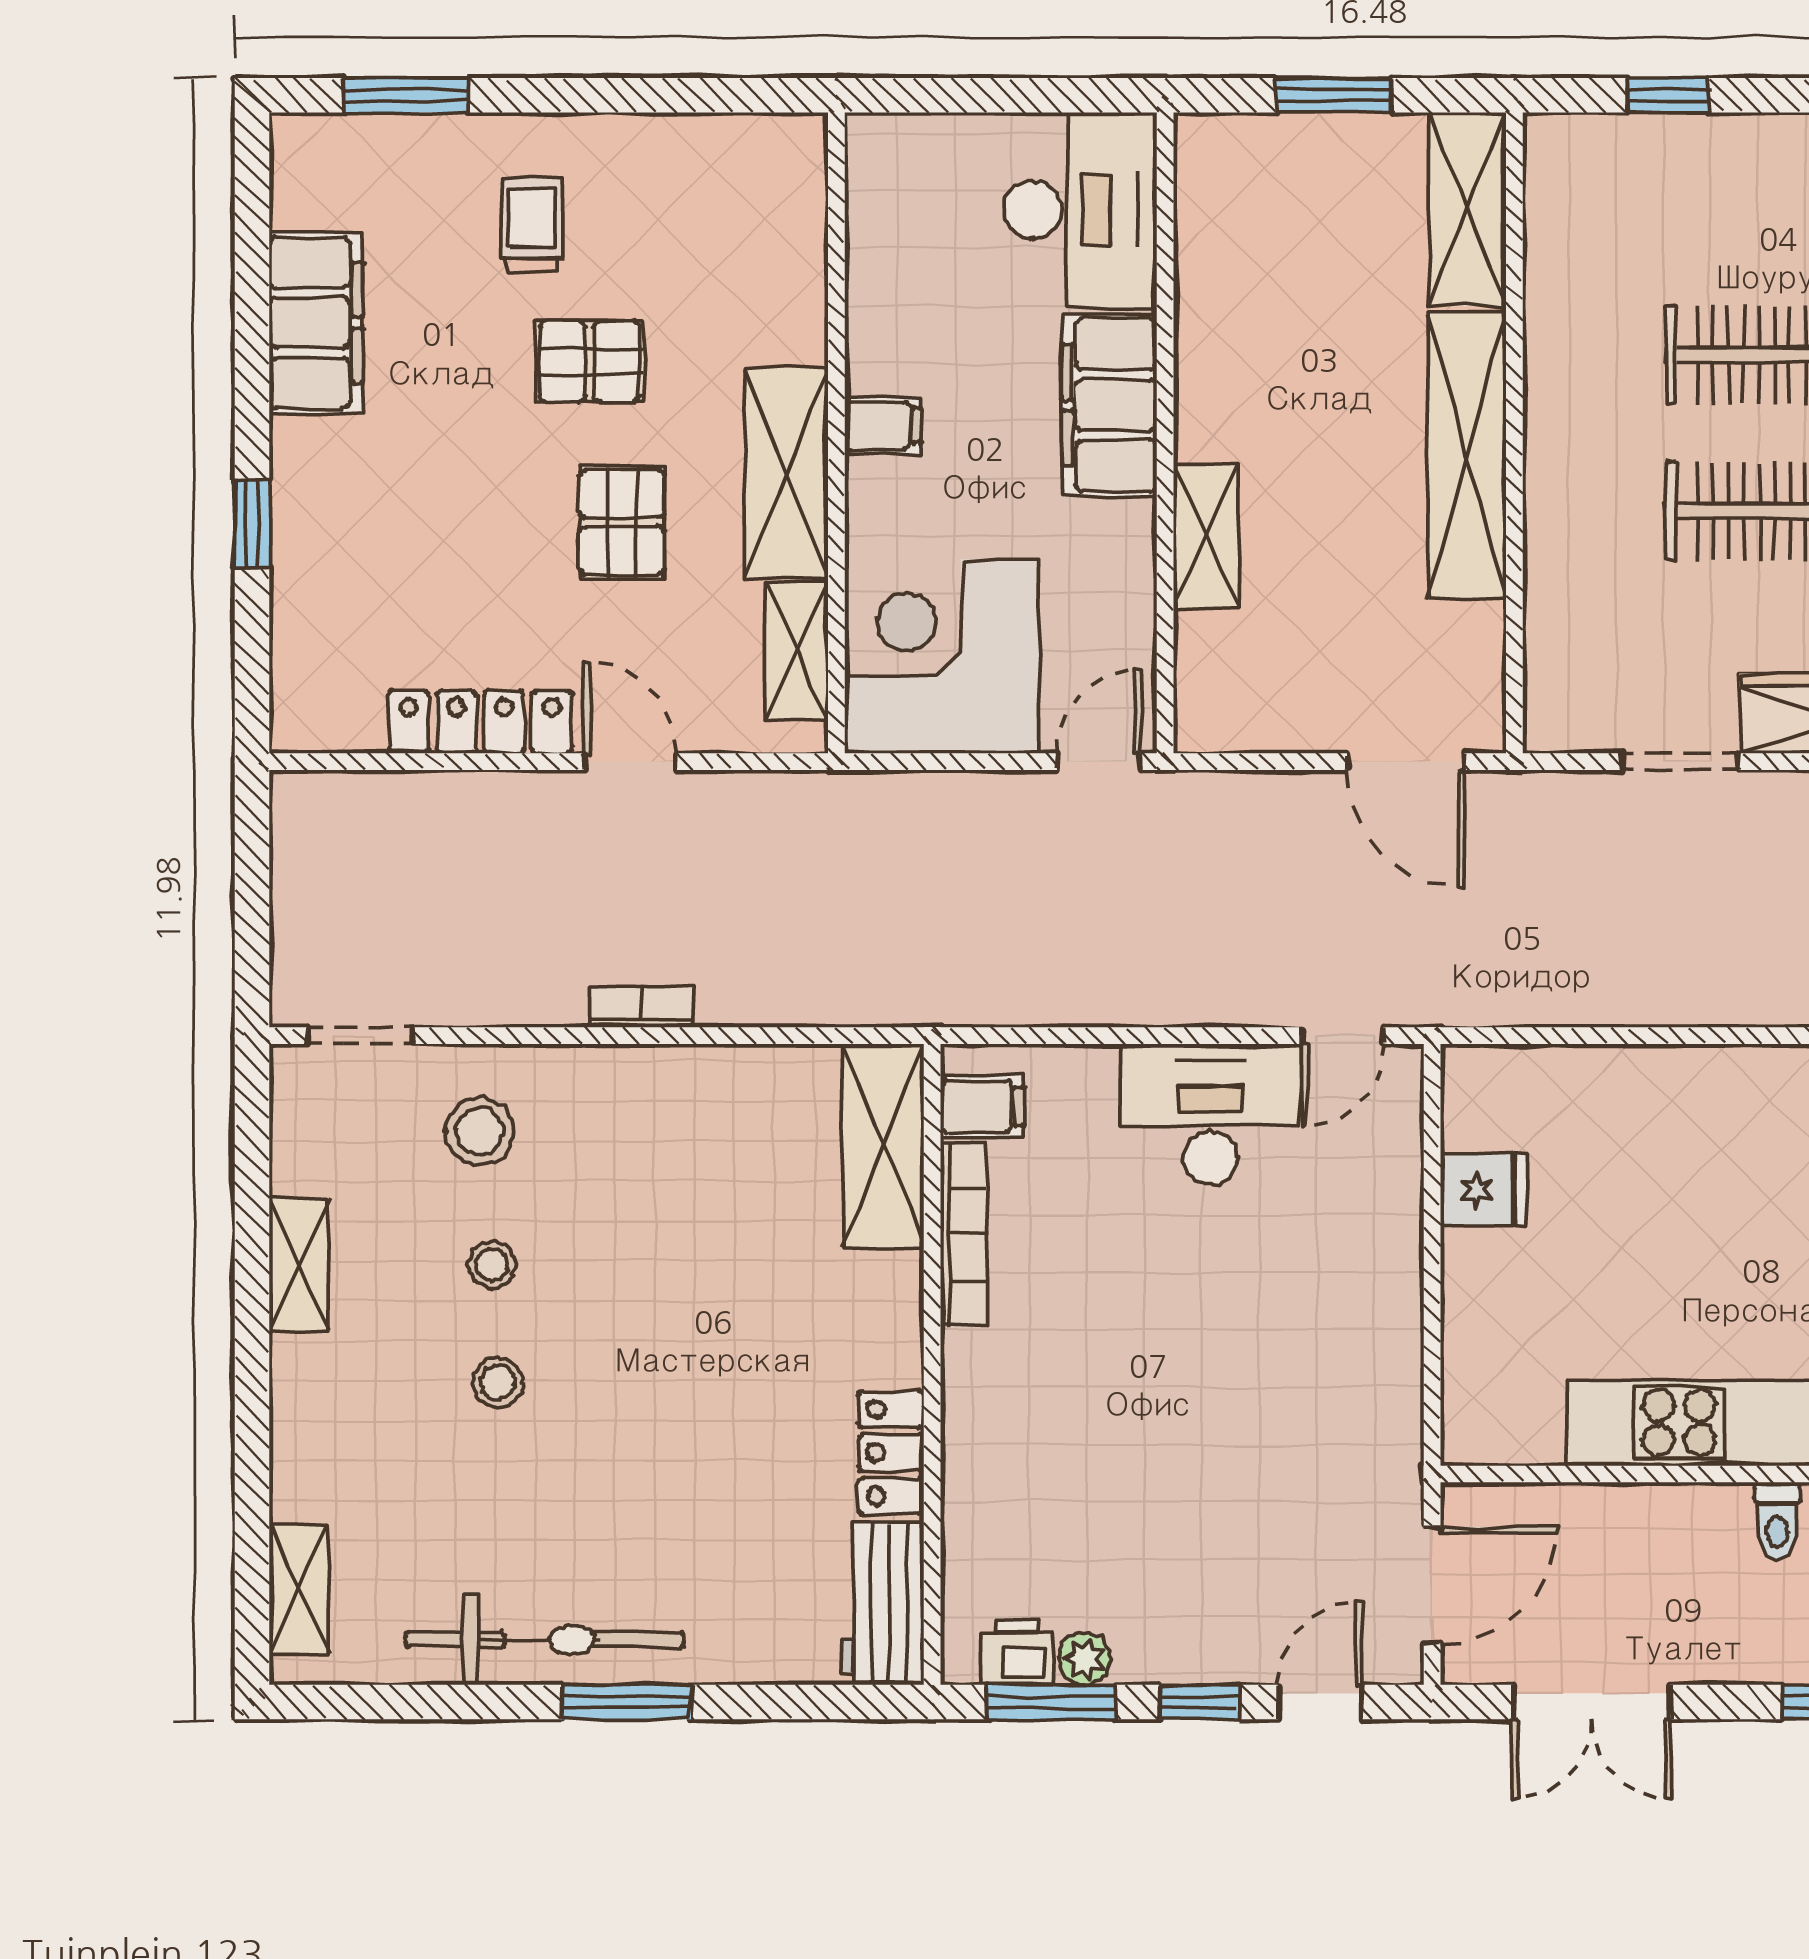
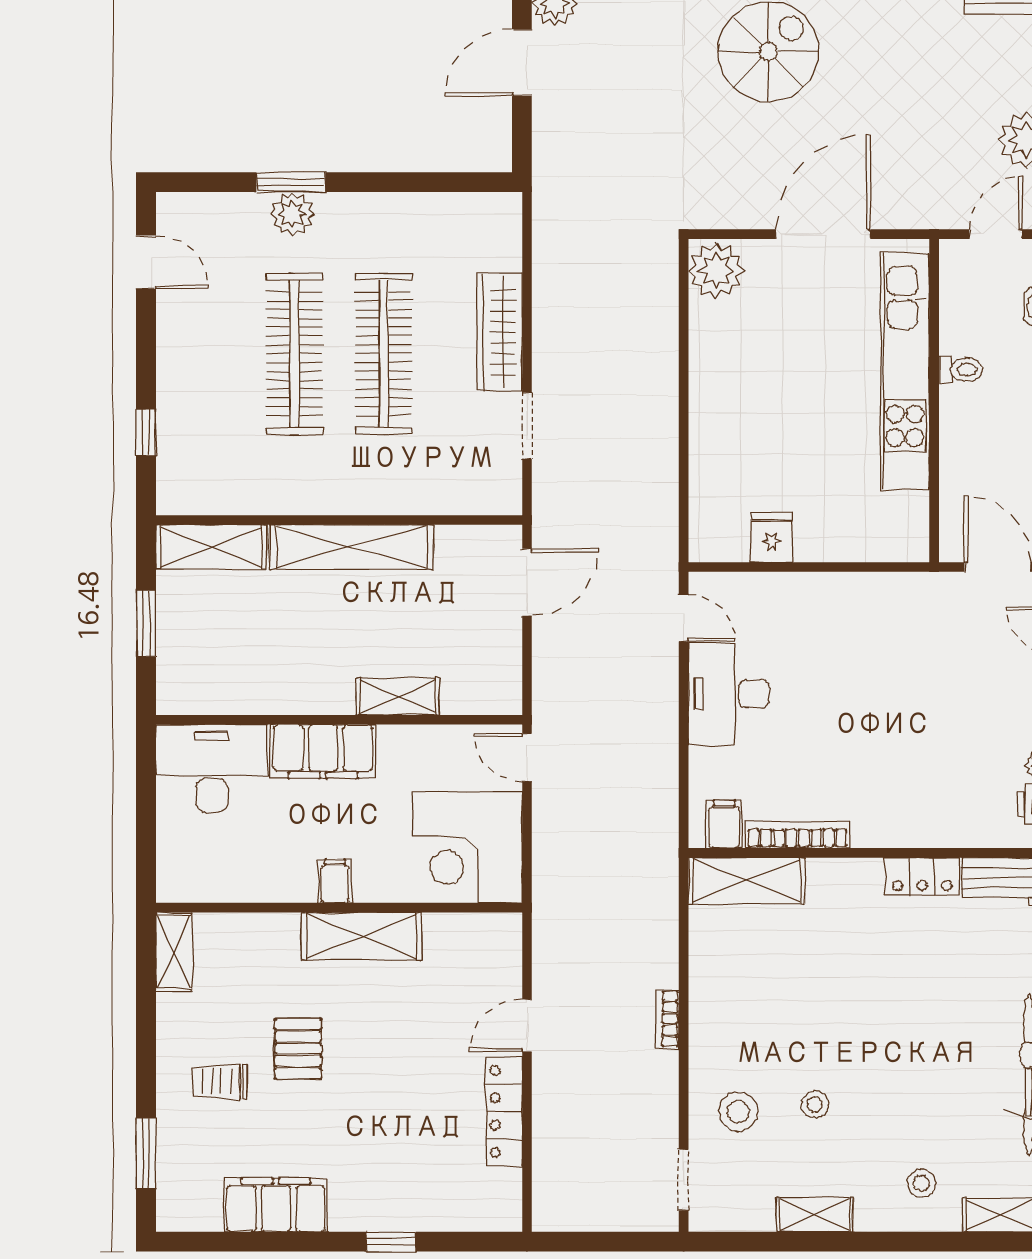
pallet: (622, 522) -> (390, 1030), removed
shelving: (797, 652) -> (174, 952), moved, turned 90
stool: (498, 1382) -> (921, 1183), moved

